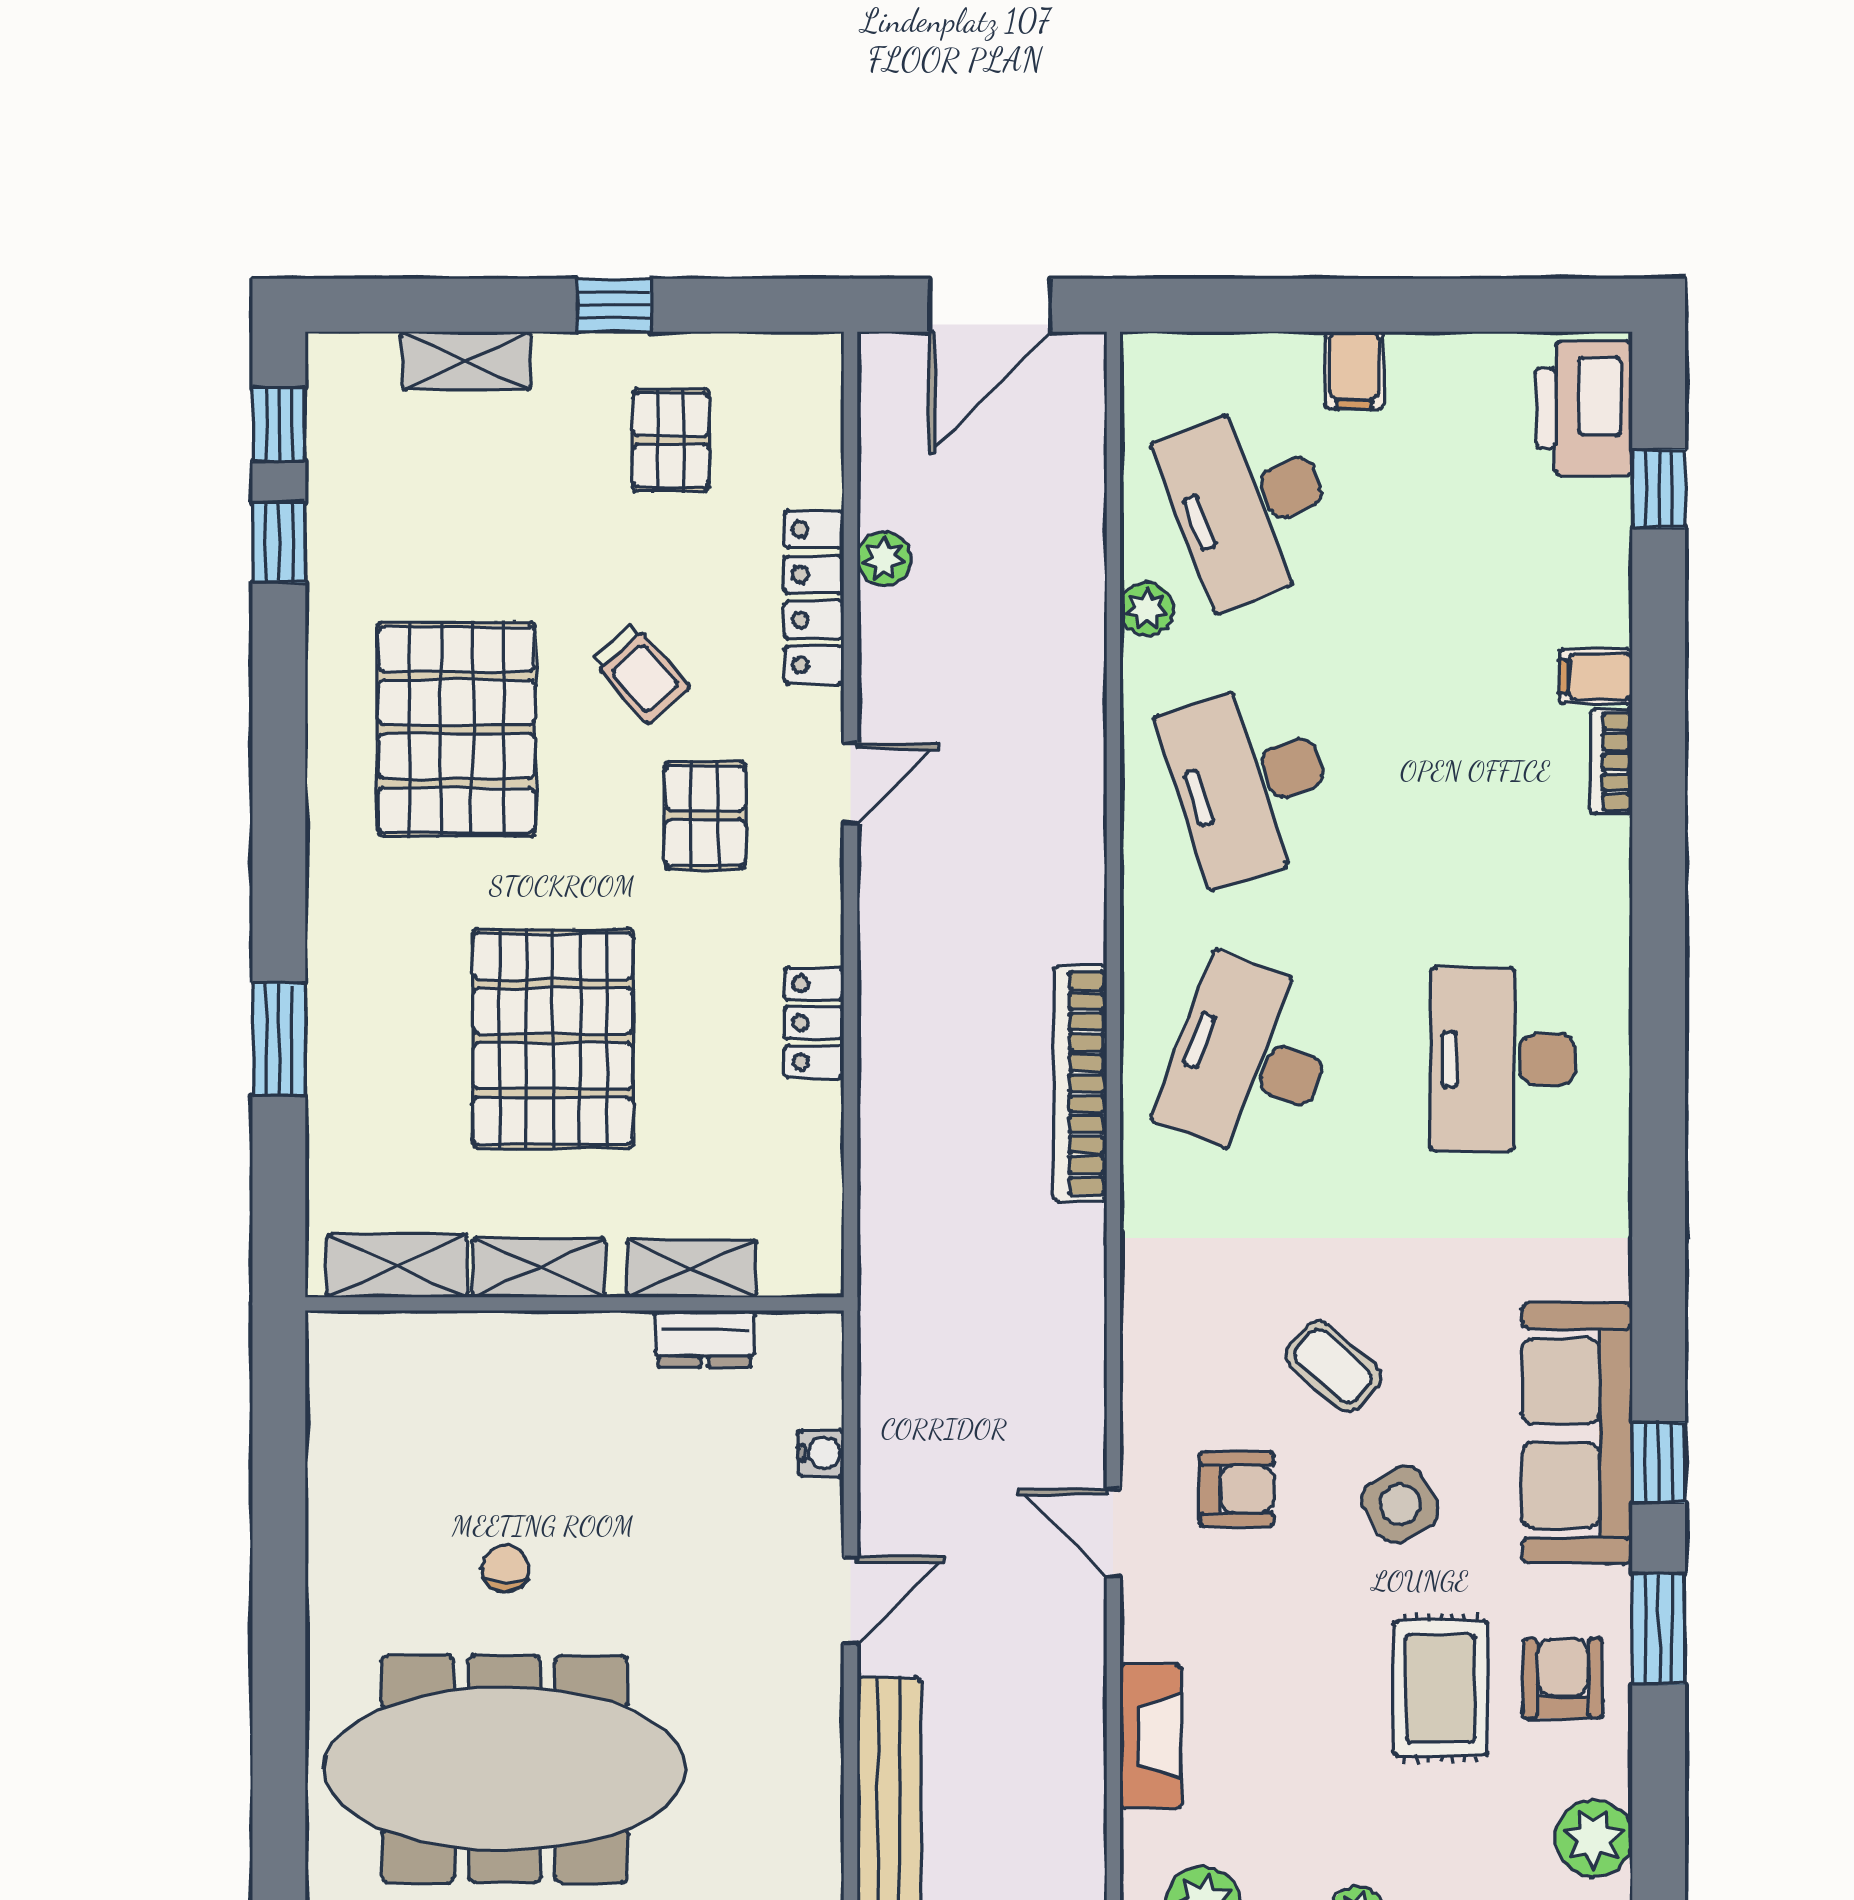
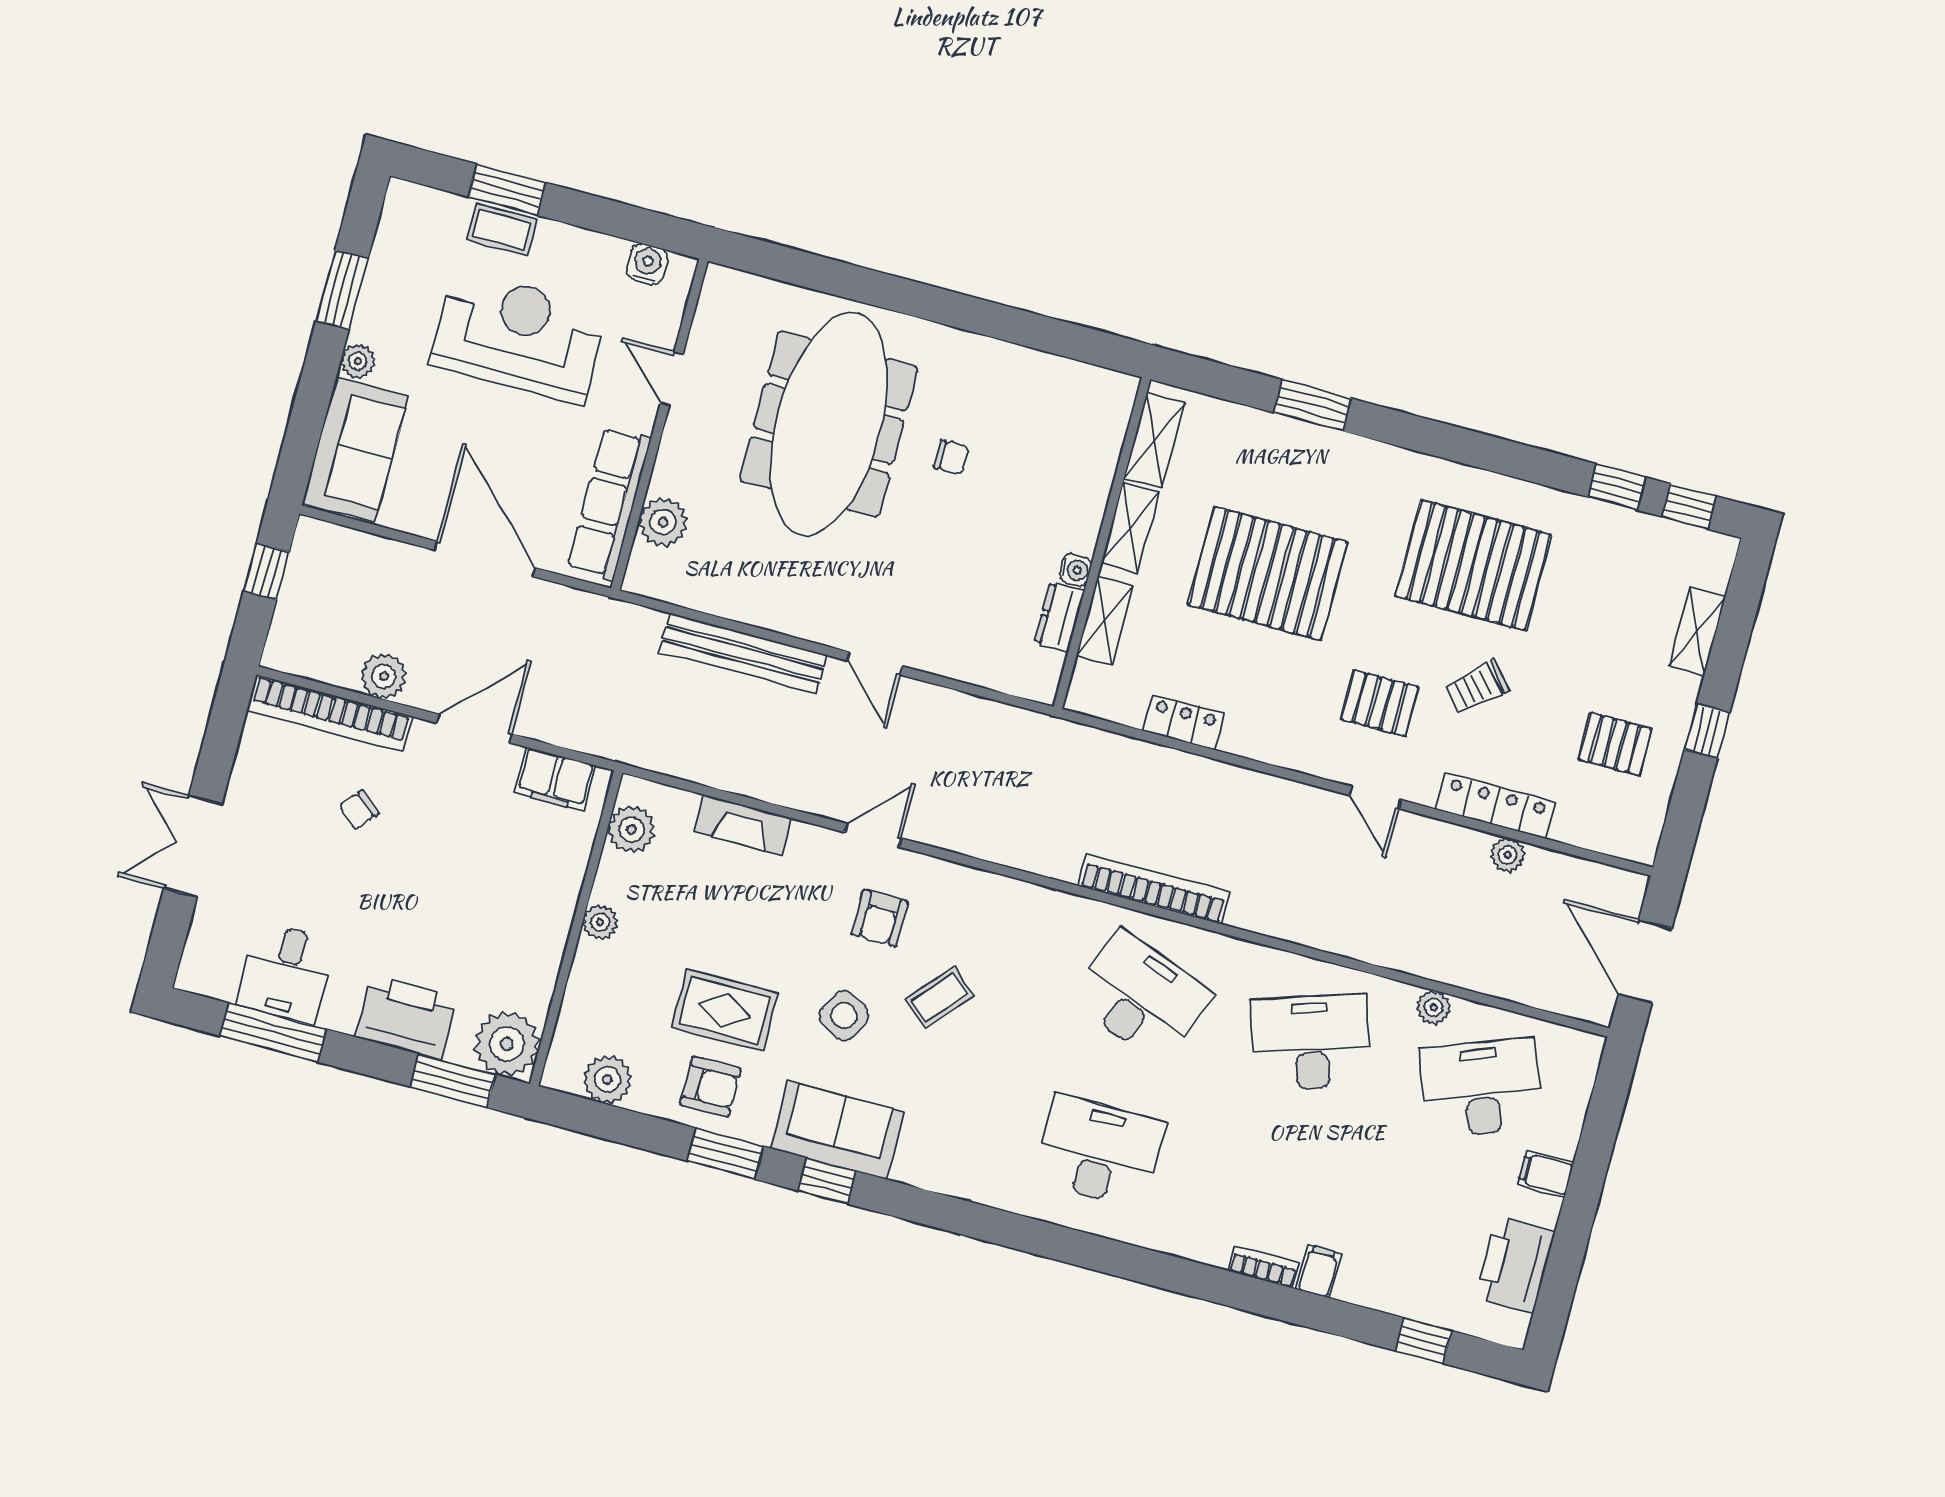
printer: (1584, 408) -> (1515, 1264), moved, turned -90
locker: (814, 1023) -> (1183, 722), moved
sofa: (1577, 1433) -> (837, 1130), width x0.73
water cooler: (821, 1453) -> (1075, 570), moved, turned -90
side table: (1400, 1504) -> (844, 1016), turned -30

